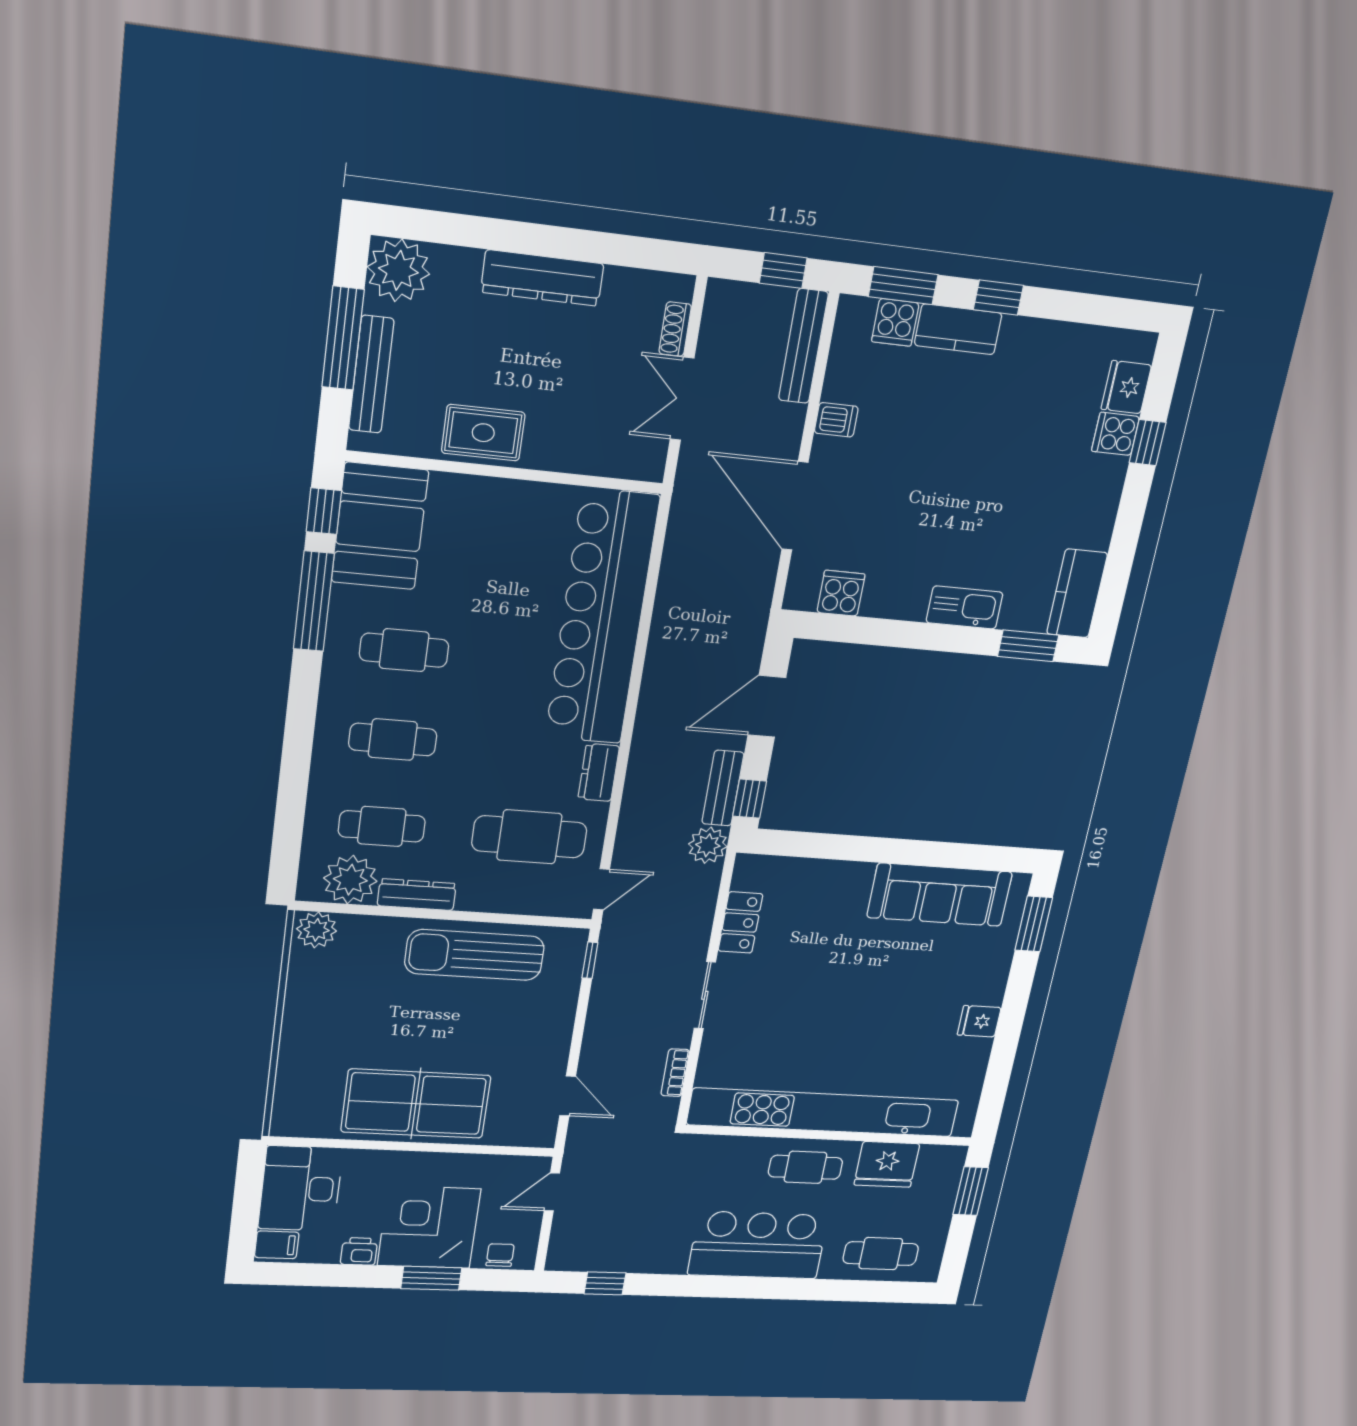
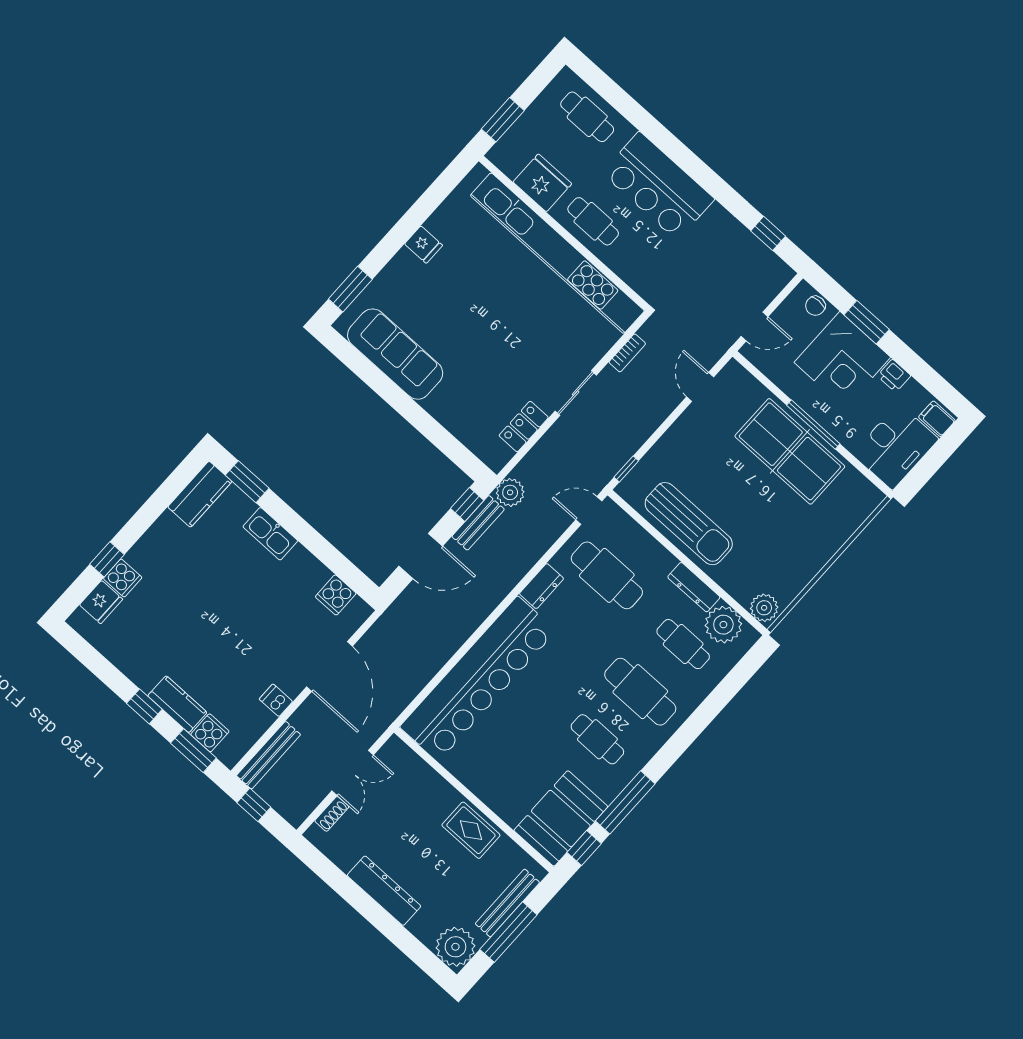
cafe table: (393, 740) -> (640, 692), width x1.37, depth x1.35
window: (411, 1147) -> (813, 425), added

